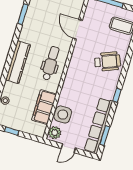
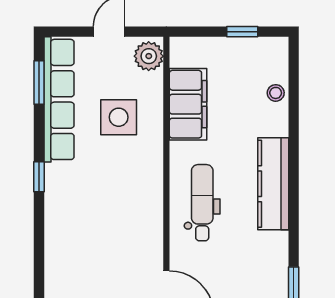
wheelchair: (108, 62) -> (81, 243), removed
dental chair: (51, 63) -> (202, 203), turned 180
side table: (63, 115) -> (119, 117), moved

